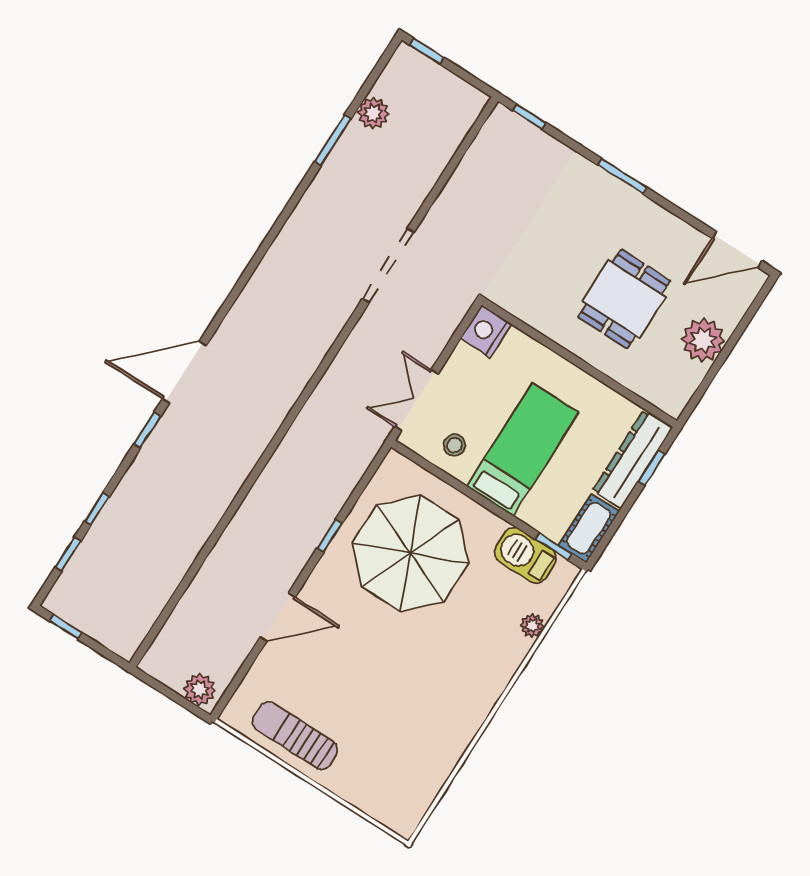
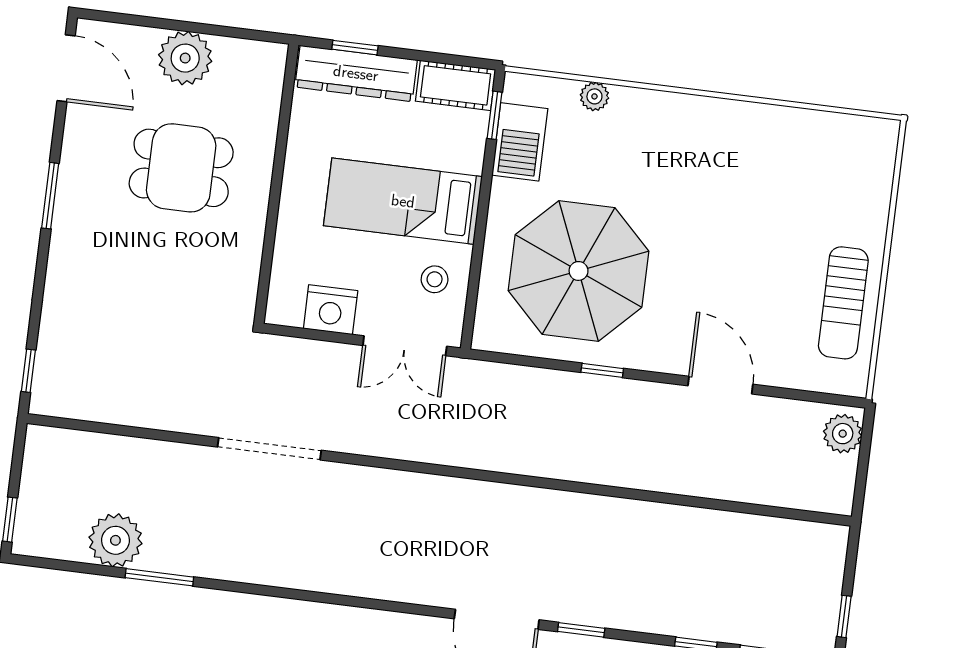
plant: (373, 113) -> (115, 540), width x1.36, depth x1.36
window: (622, 176) -> (50, 196), moved
nightstand: (486, 331) -> (331, 310), moved

